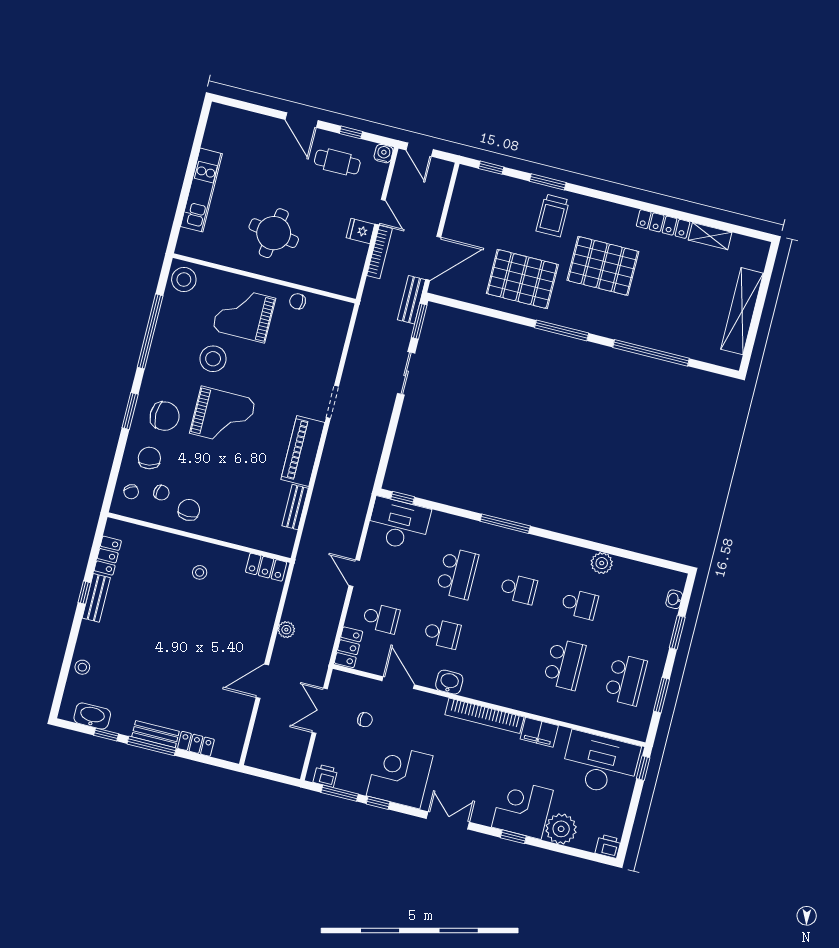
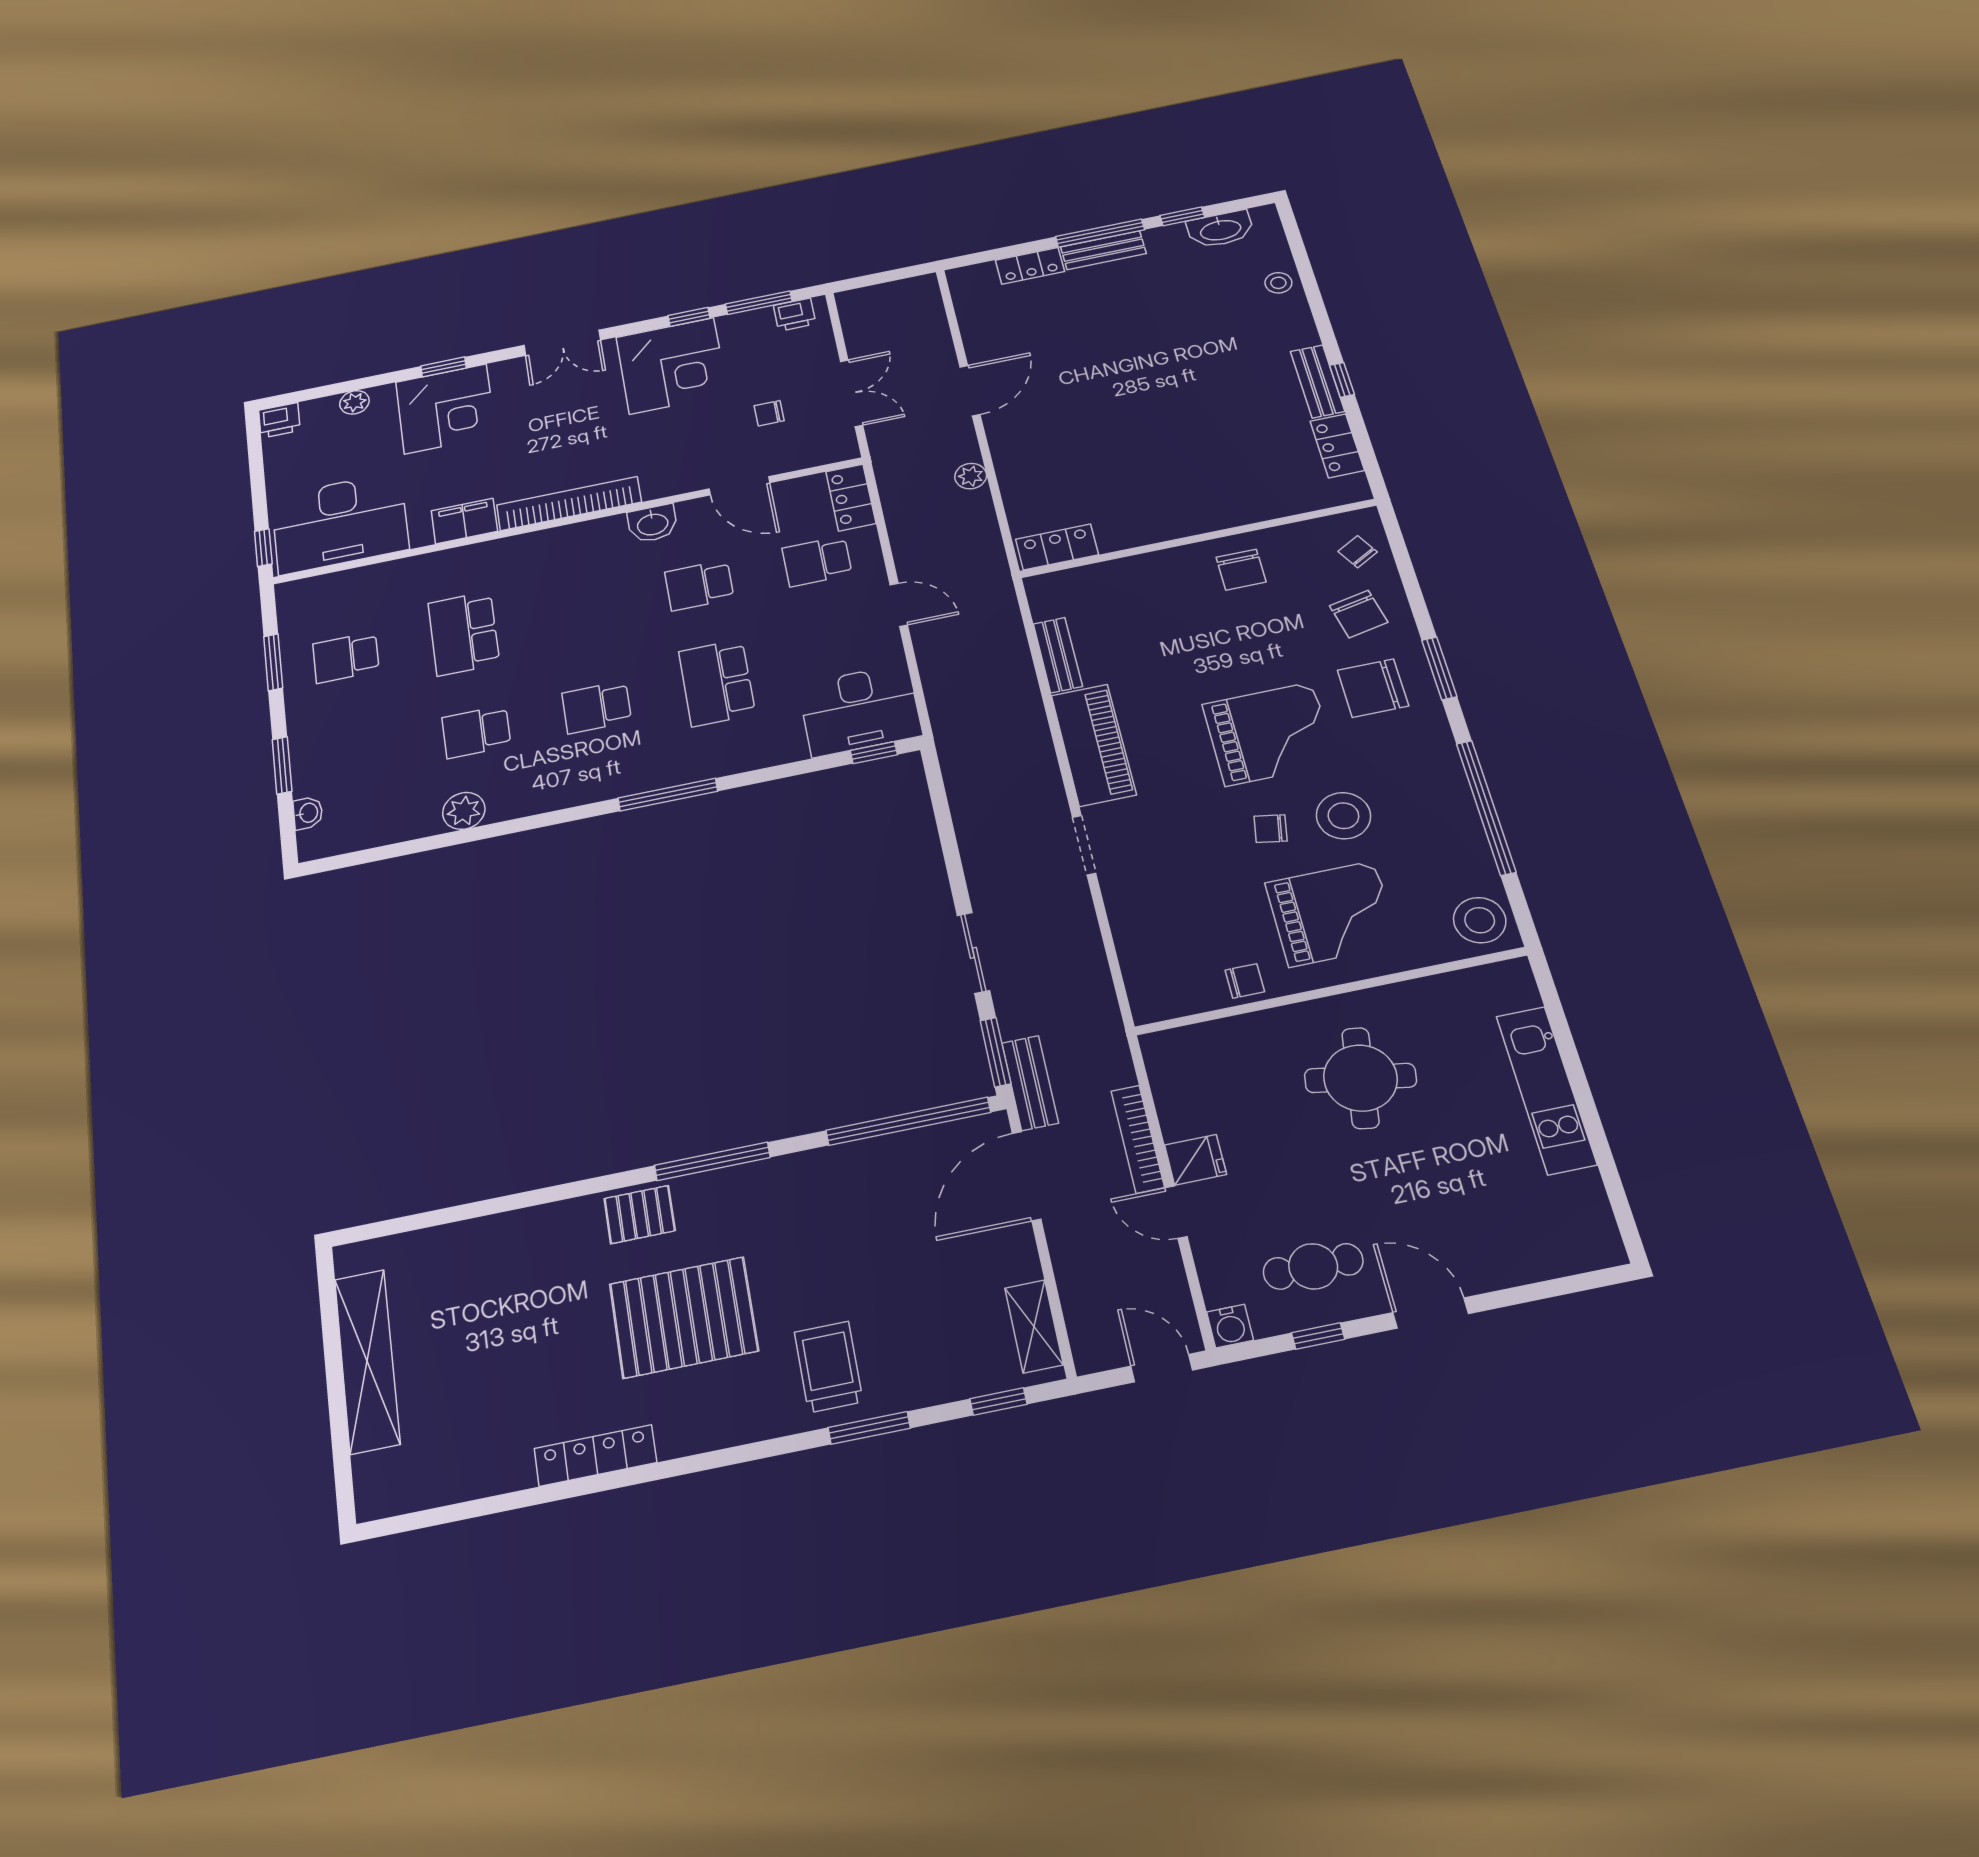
shelving: (710, 236) -> (1034, 1326), moved, turned 90
pallet: (522, 279) -> (640, 1215), moved, width x0.49, depth x0.50
window: (651, 353) -> (908, 1121), moved
grand piano: (223, 416) -> (1269, 734), turned 180
chair: (161, 493) -> (1271, 829), moved
stool: (200, 572) -> (1166, 490), removed
school desk: (626, 680) -> (346, 657), width x0.54
plant: (561, 829) -> (354, 402), width x0.53, depth x0.53

